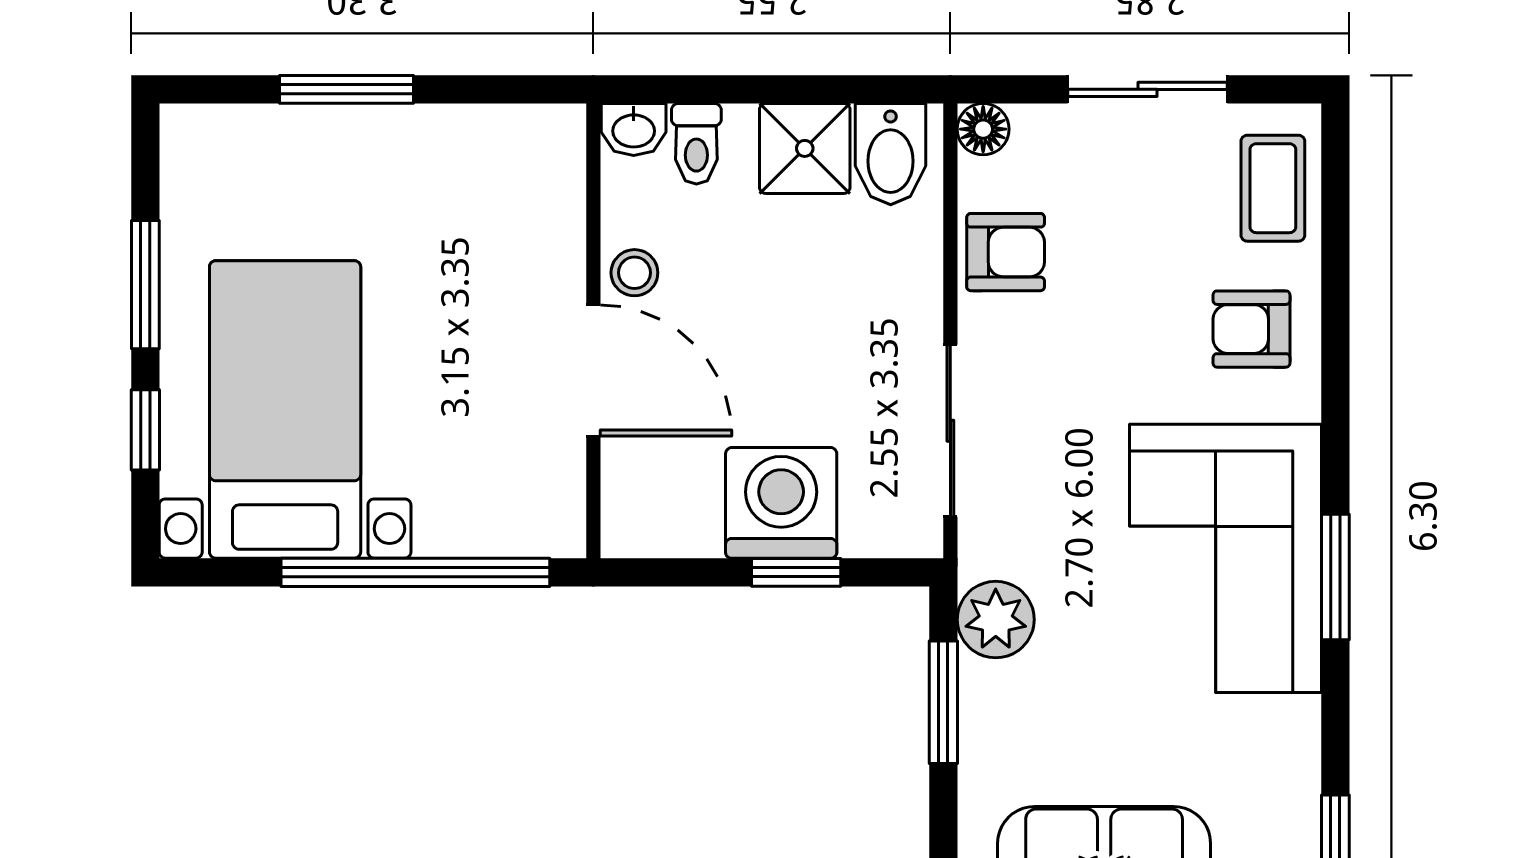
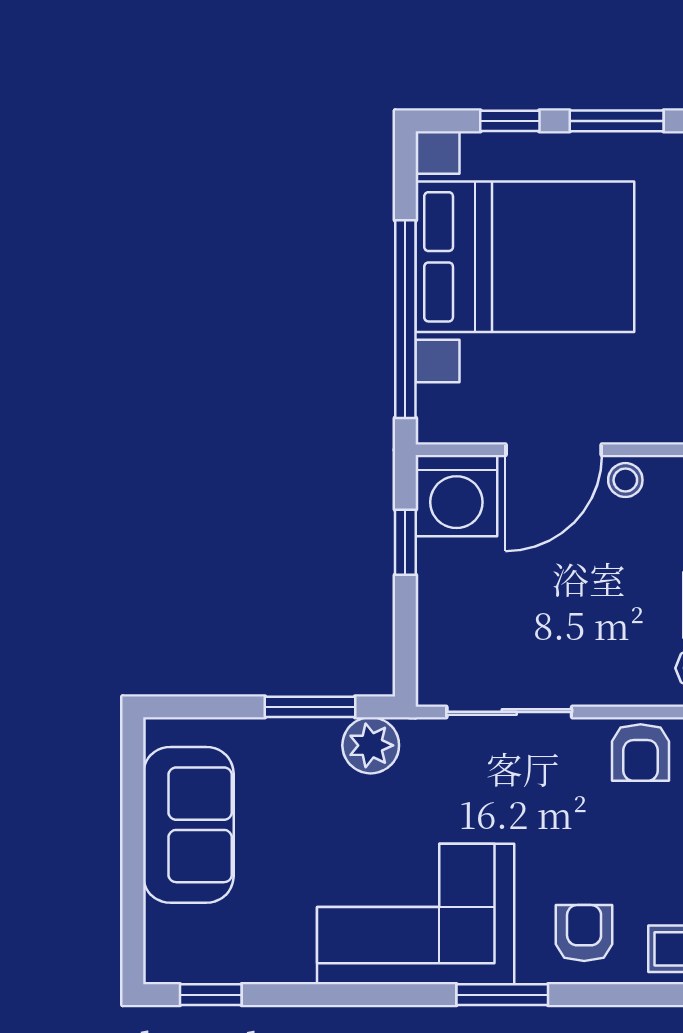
bed with nightstands: (285, 409) -> (525, 257), width x1.36
washing machine: (781, 503) -> (456, 496), moved, turned 90
window: (796, 572) -> (405, 542), moved
window: (1335, 577) -> (502, 995), moved

